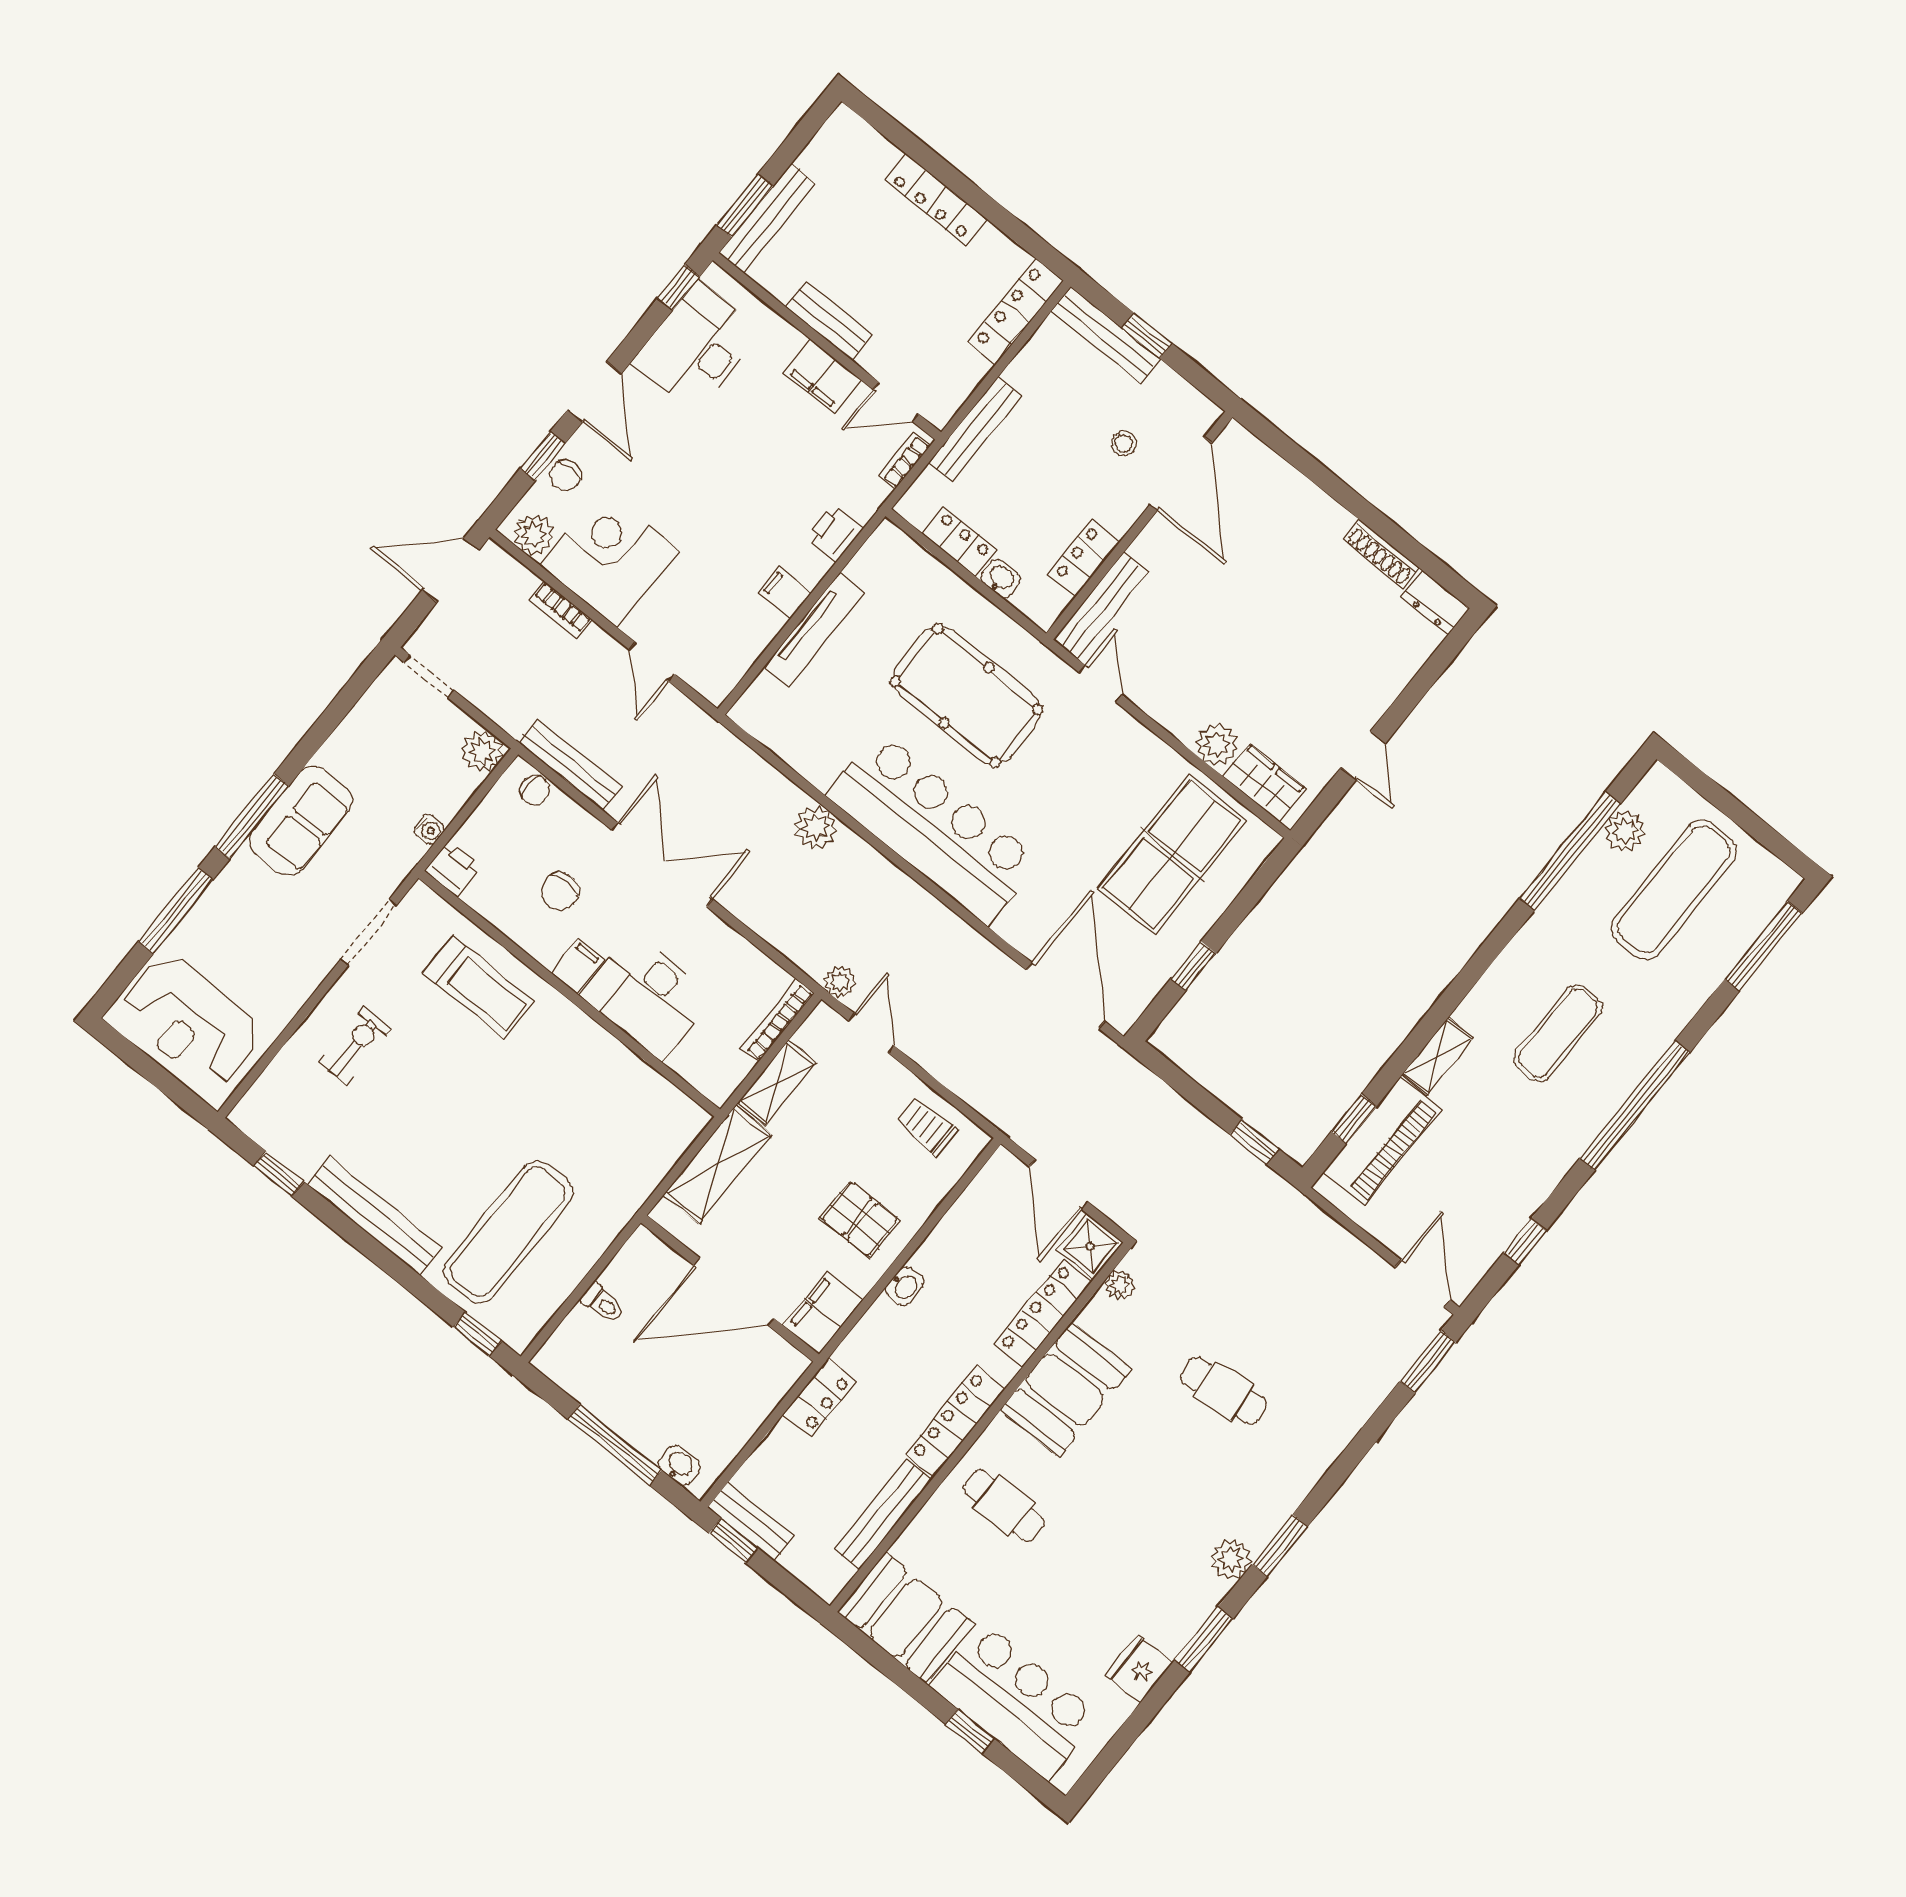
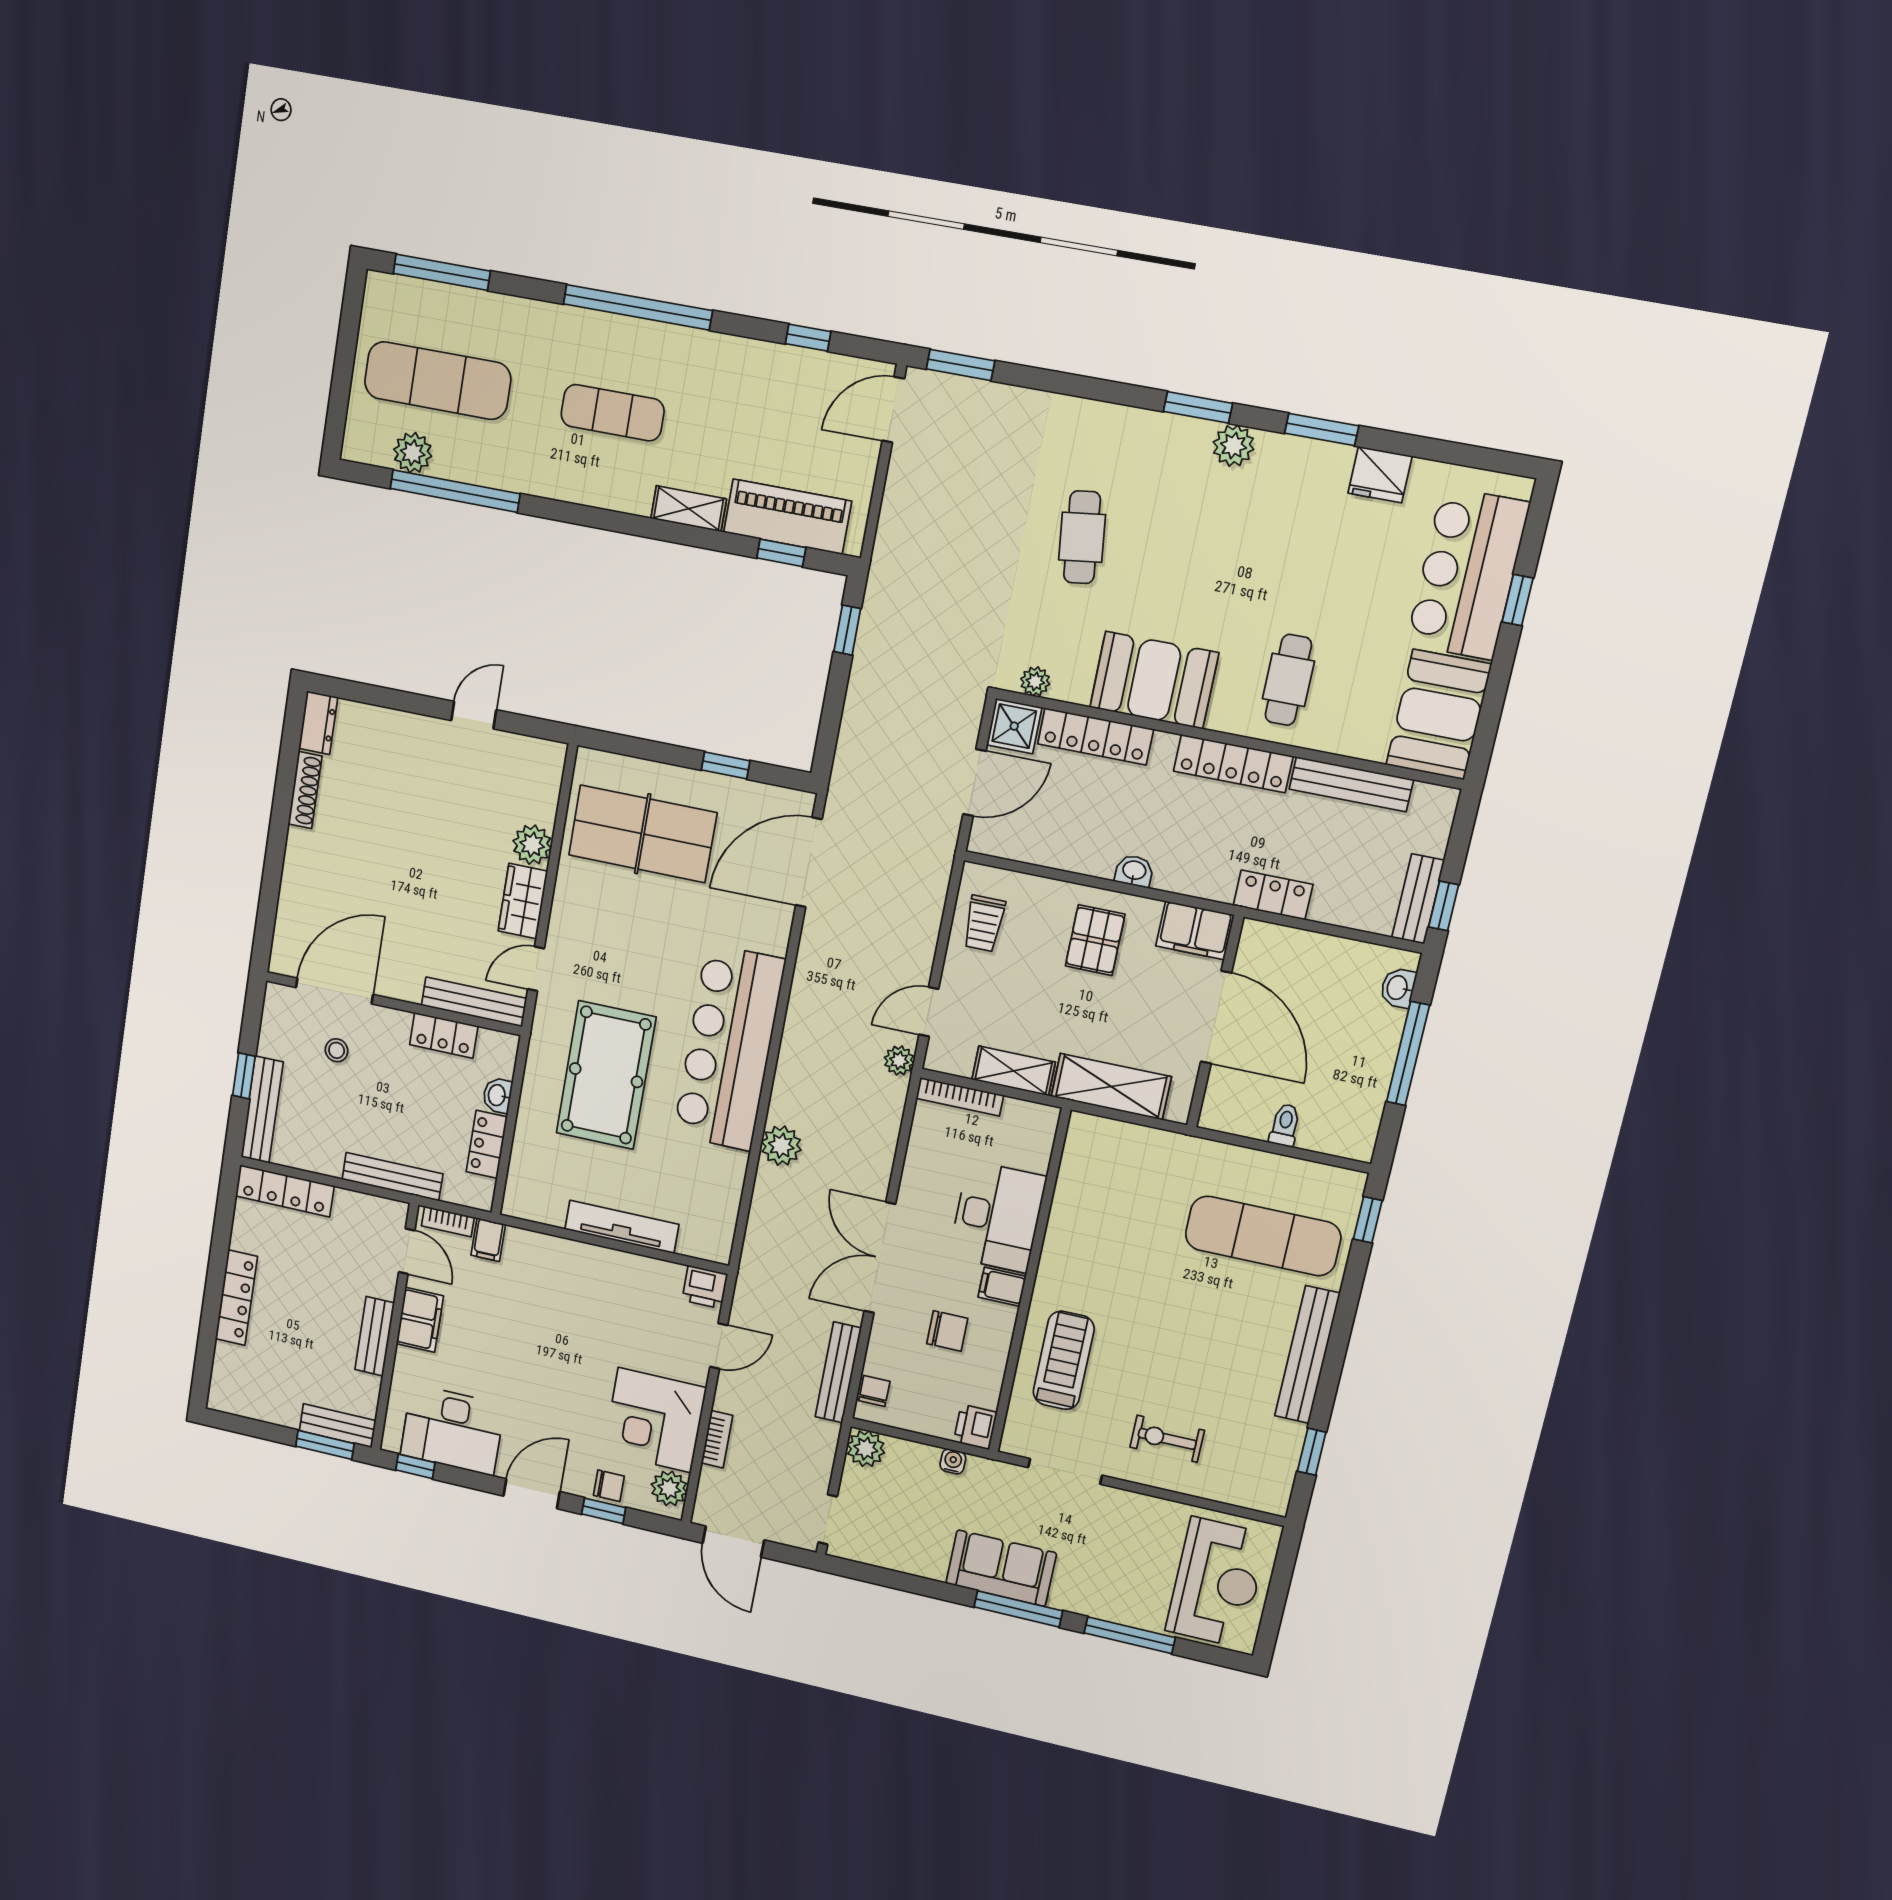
bench: (767, 218) -> (338, 1426), width x0.73
printer: (834, 533) -> (705, 1287), moved
filing cabinet: (785, 592) -> (488, 1240), moved
wardrobe: (1264, 783) -> (523, 901), moved

